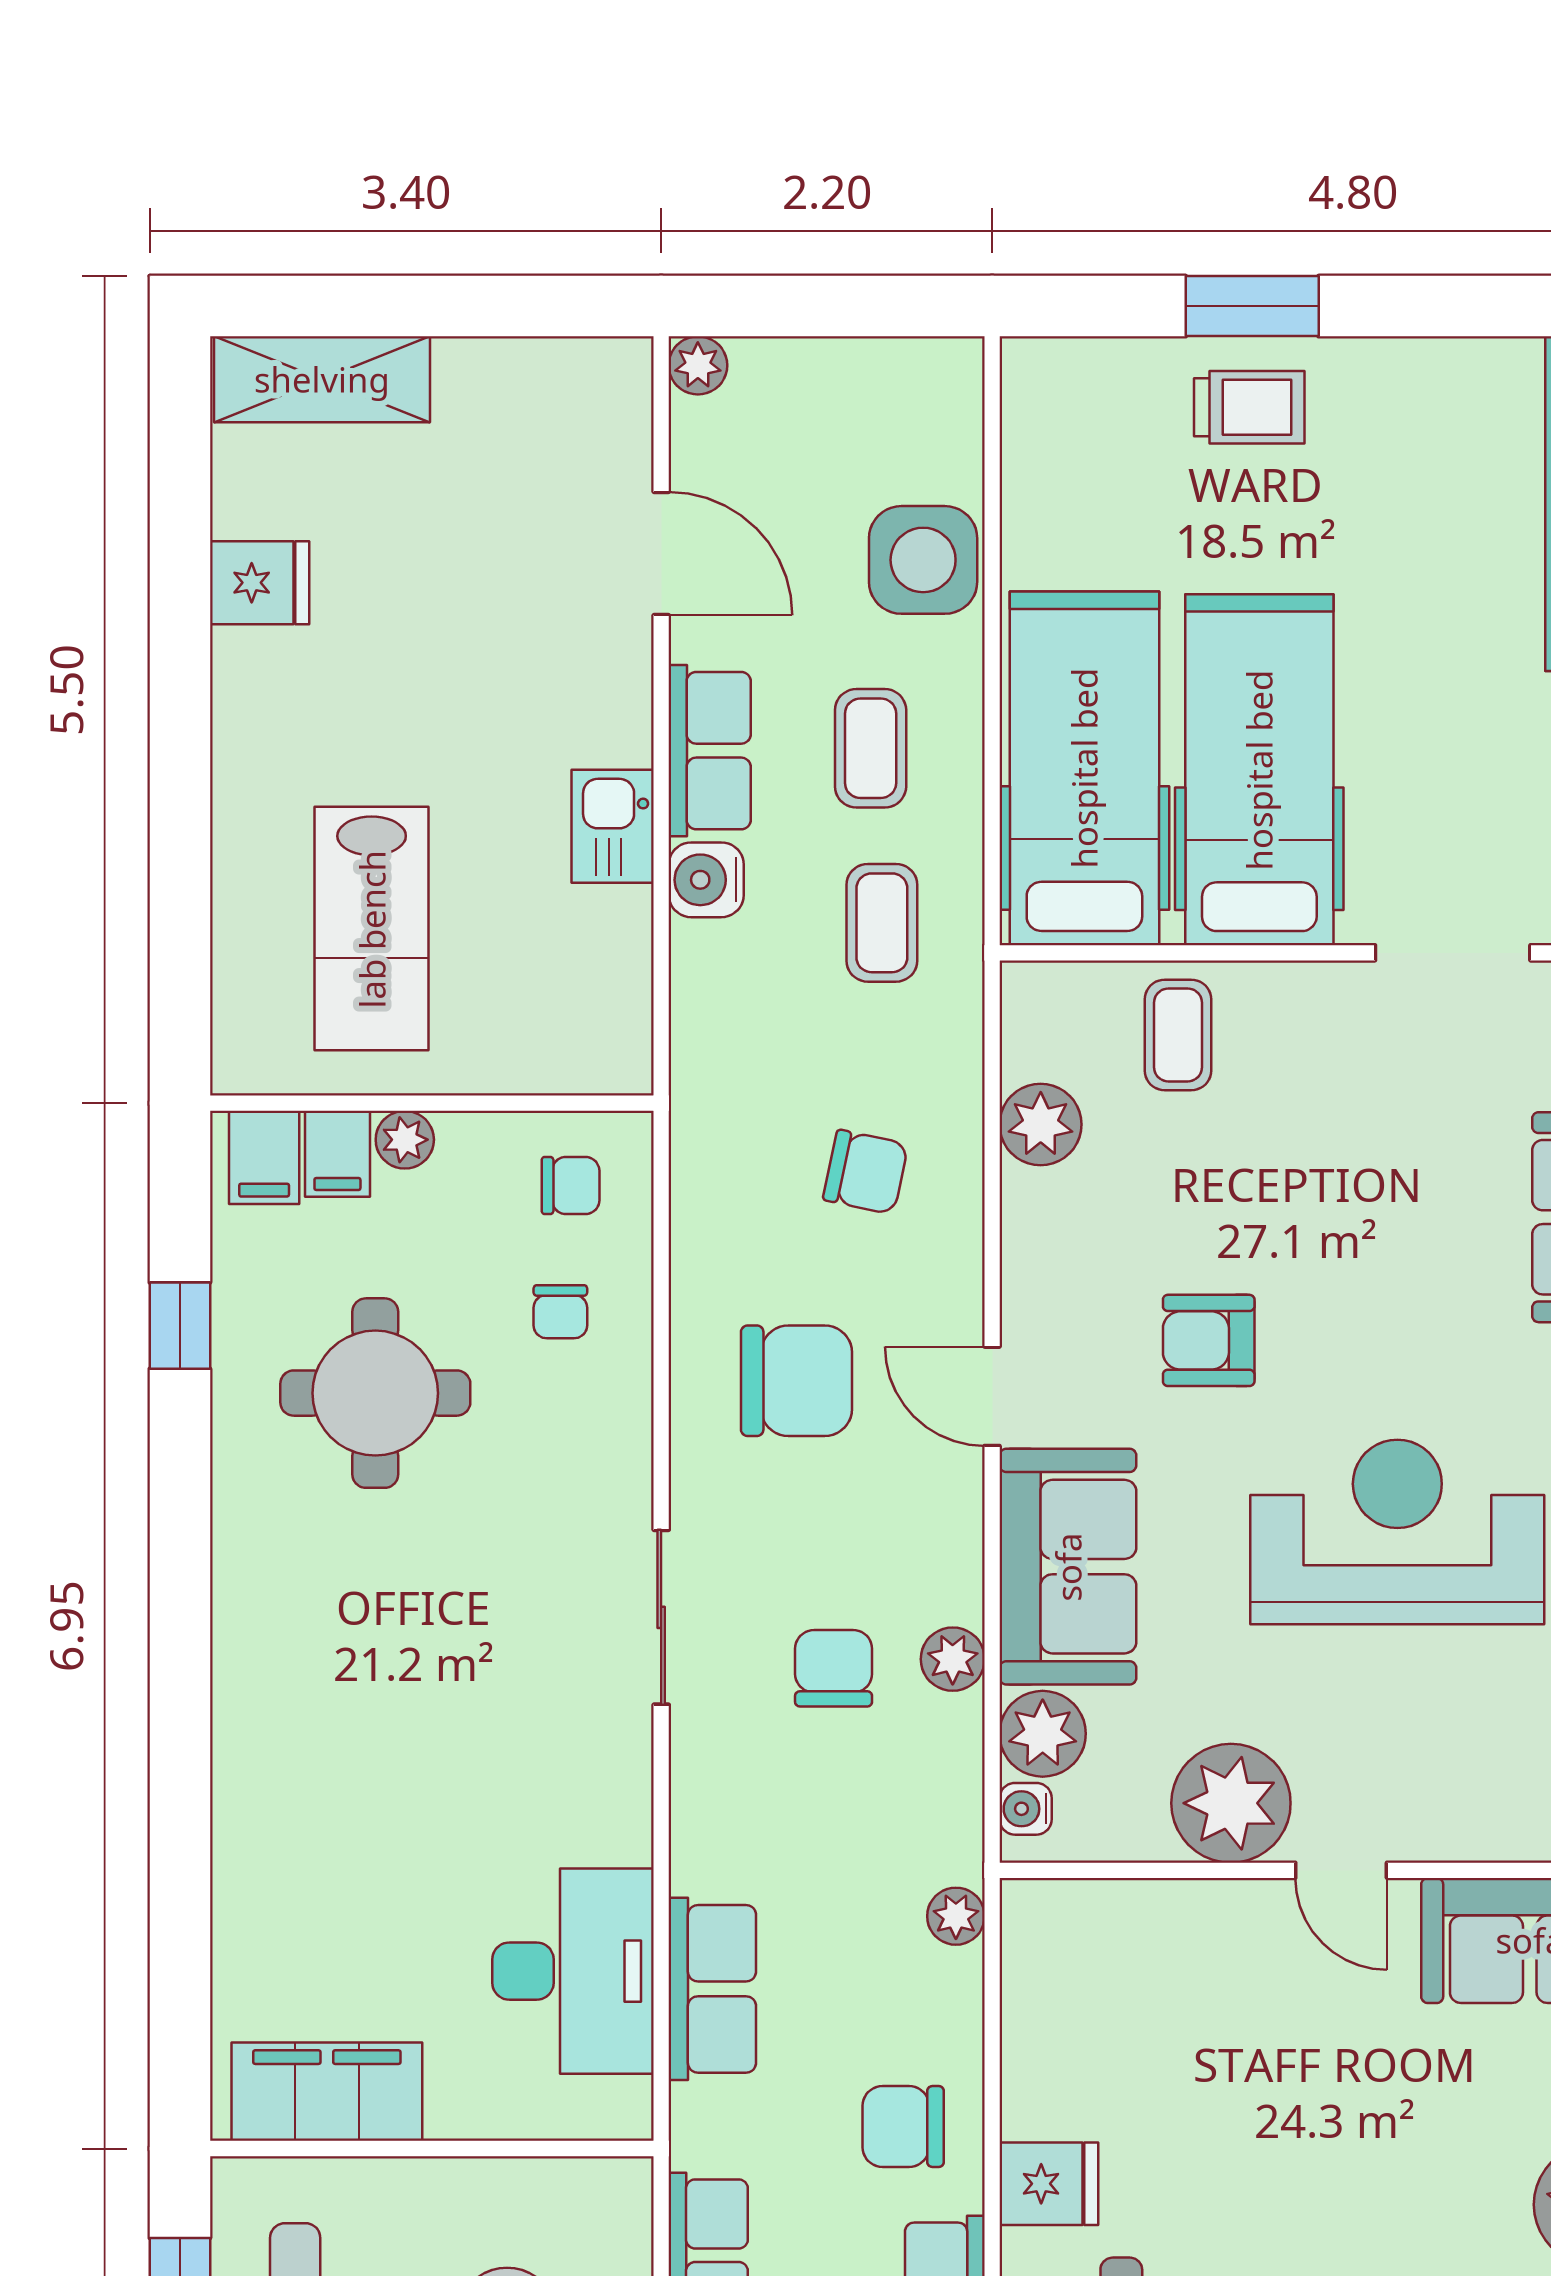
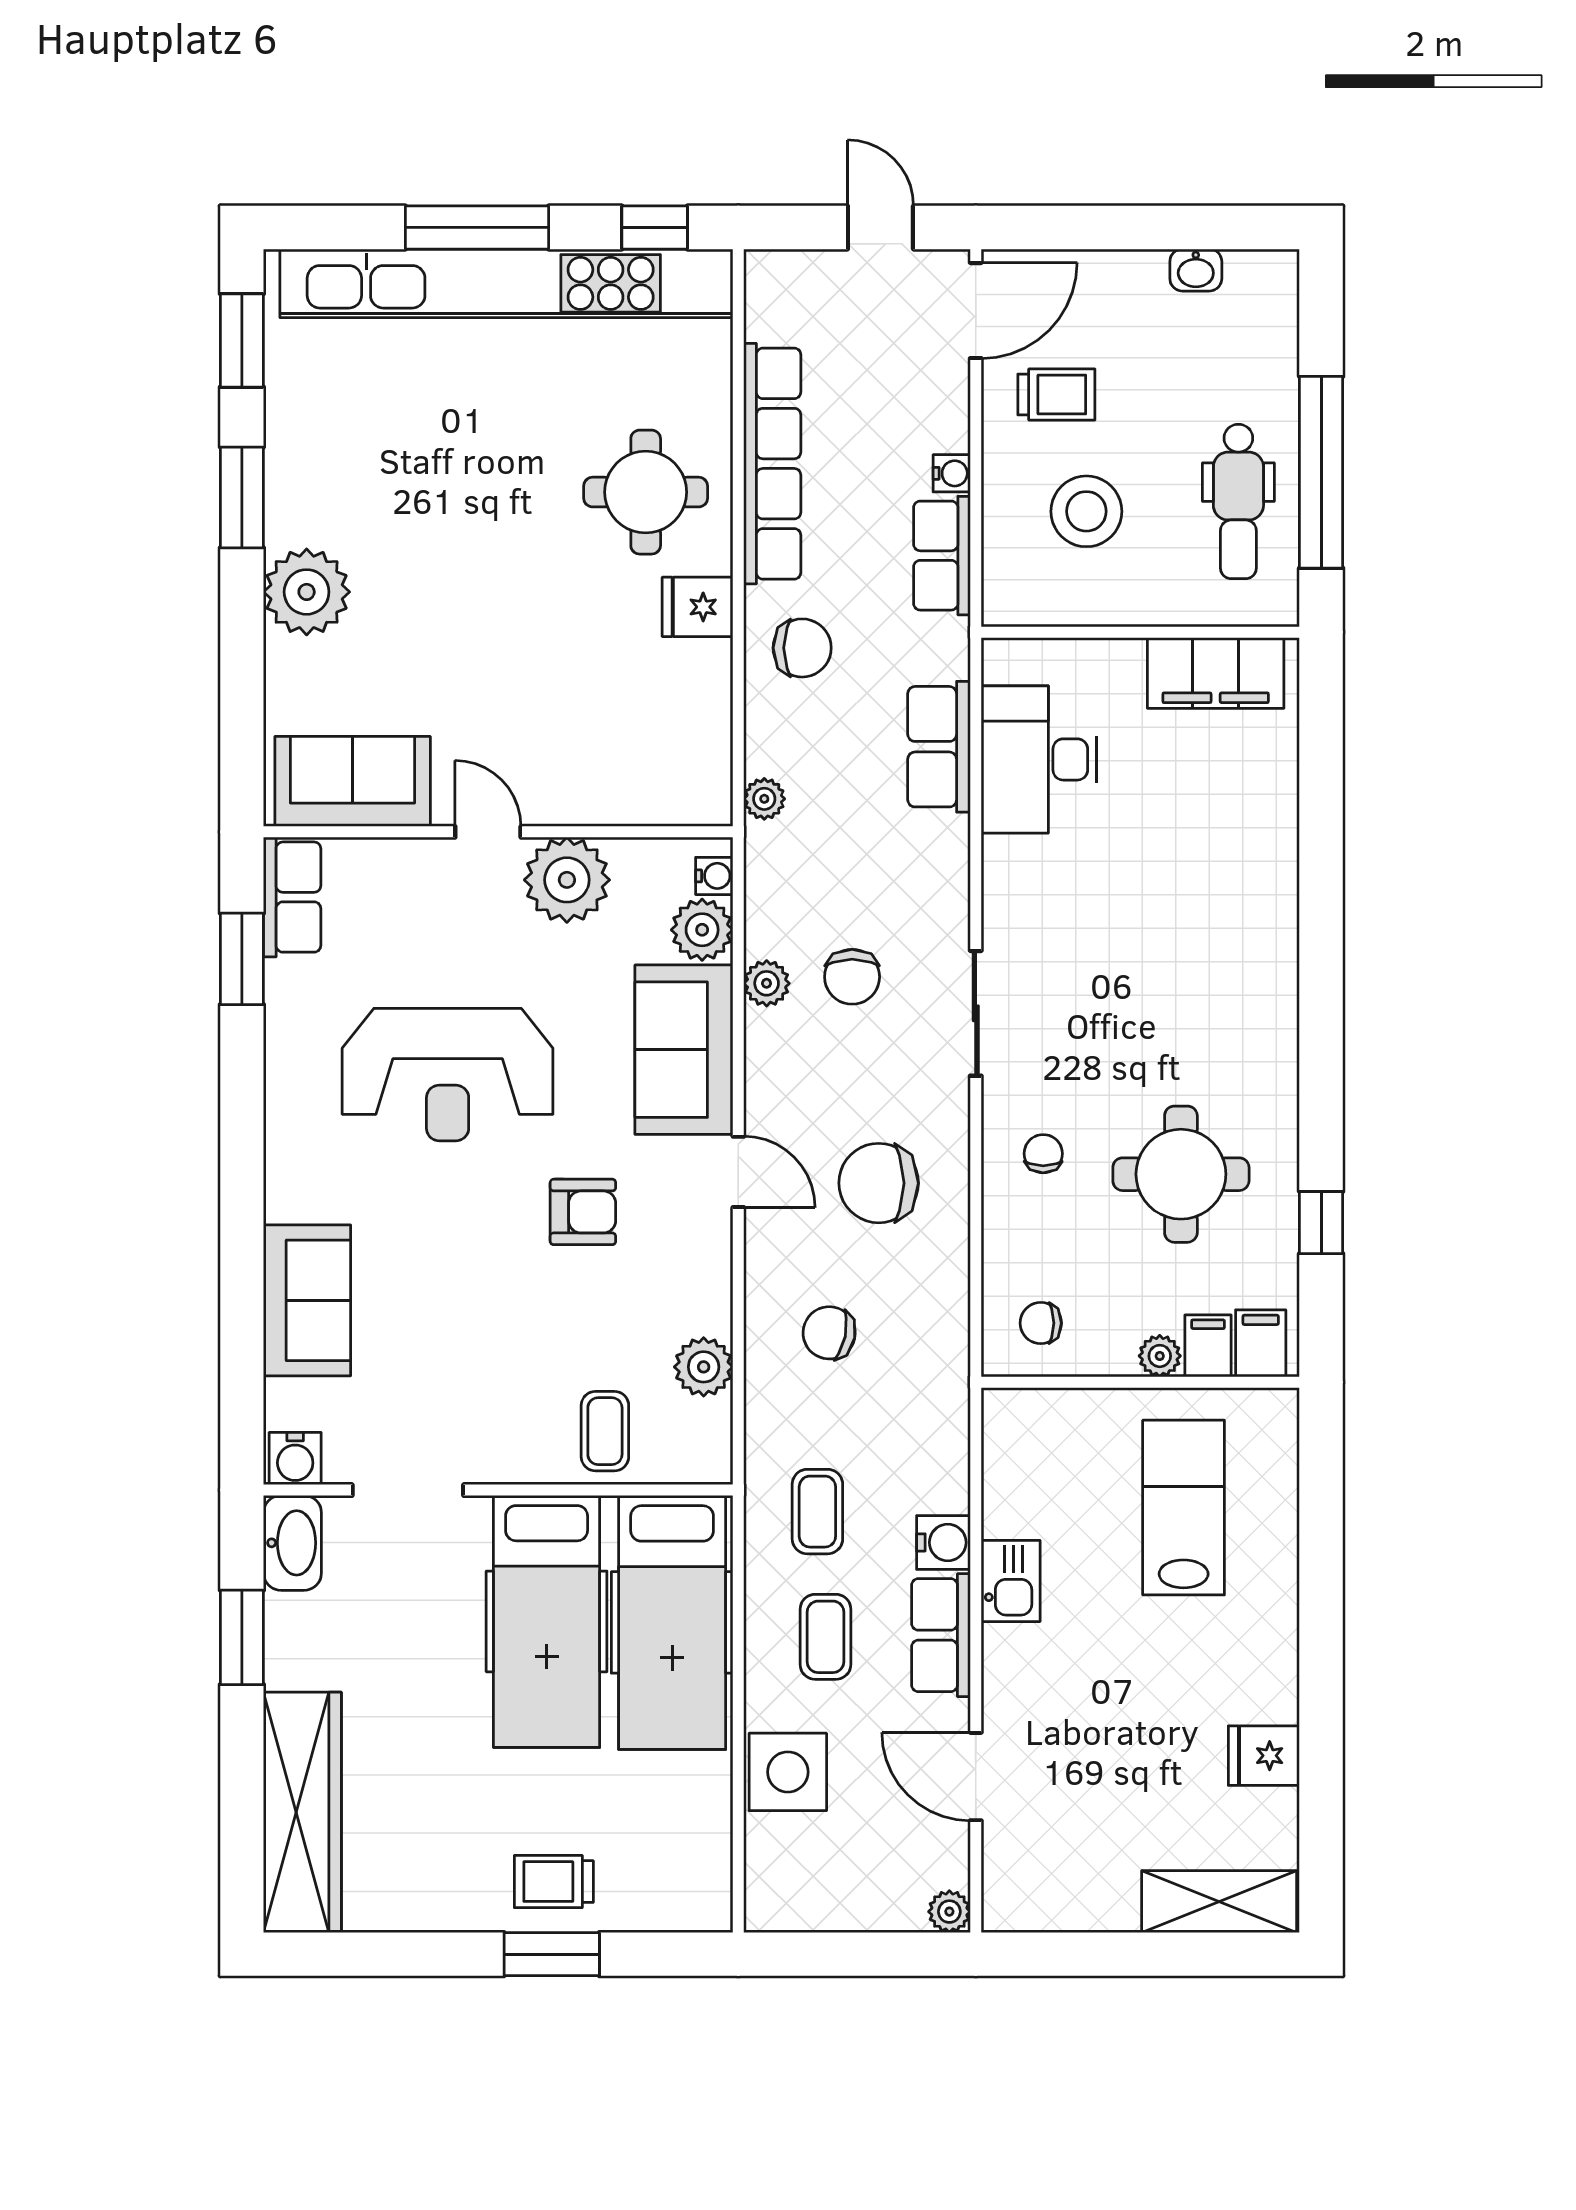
chair: (560, 1312) -> (1043, 1154), moved

